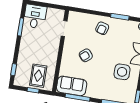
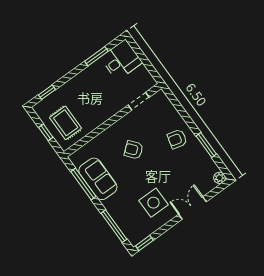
rug: (38, 76) -> (66, 123), turned 90
sofa: (72, 86) -> (98, 179), moved

